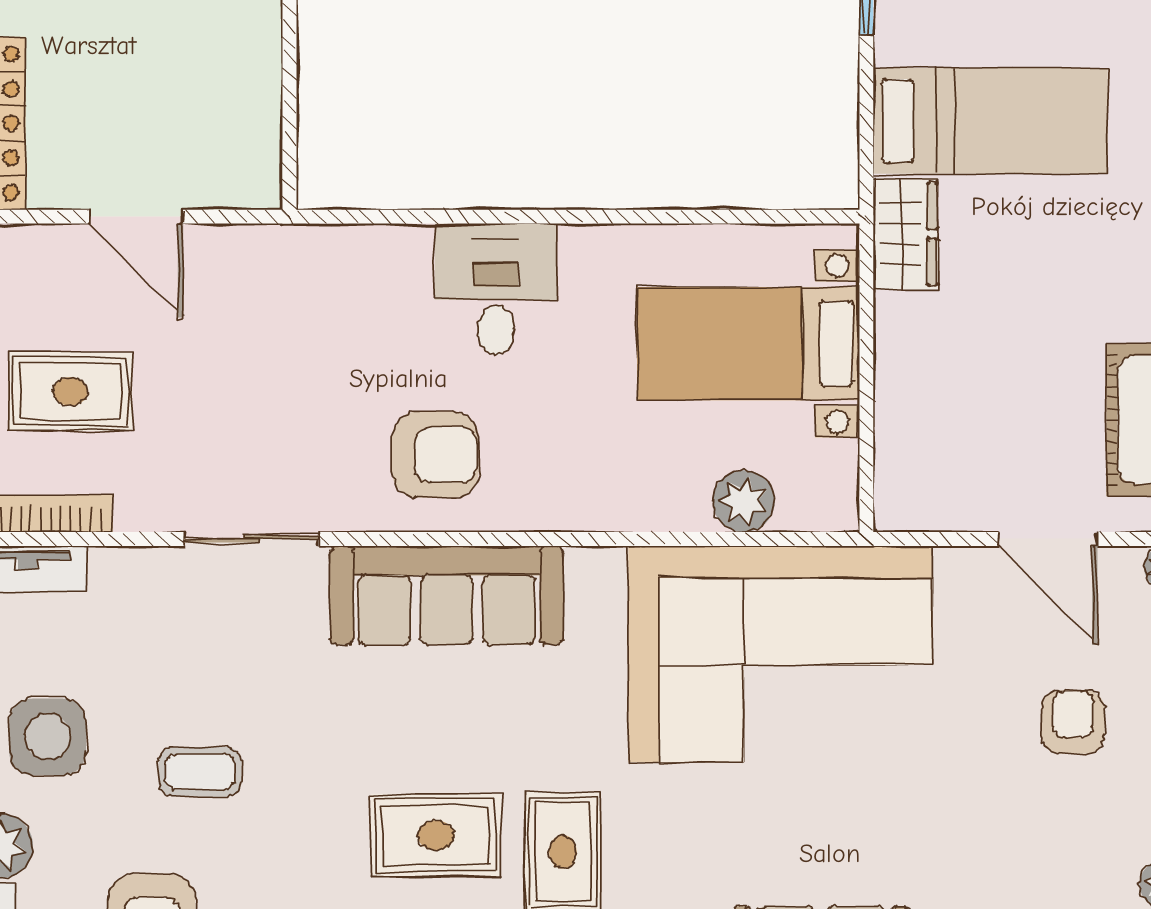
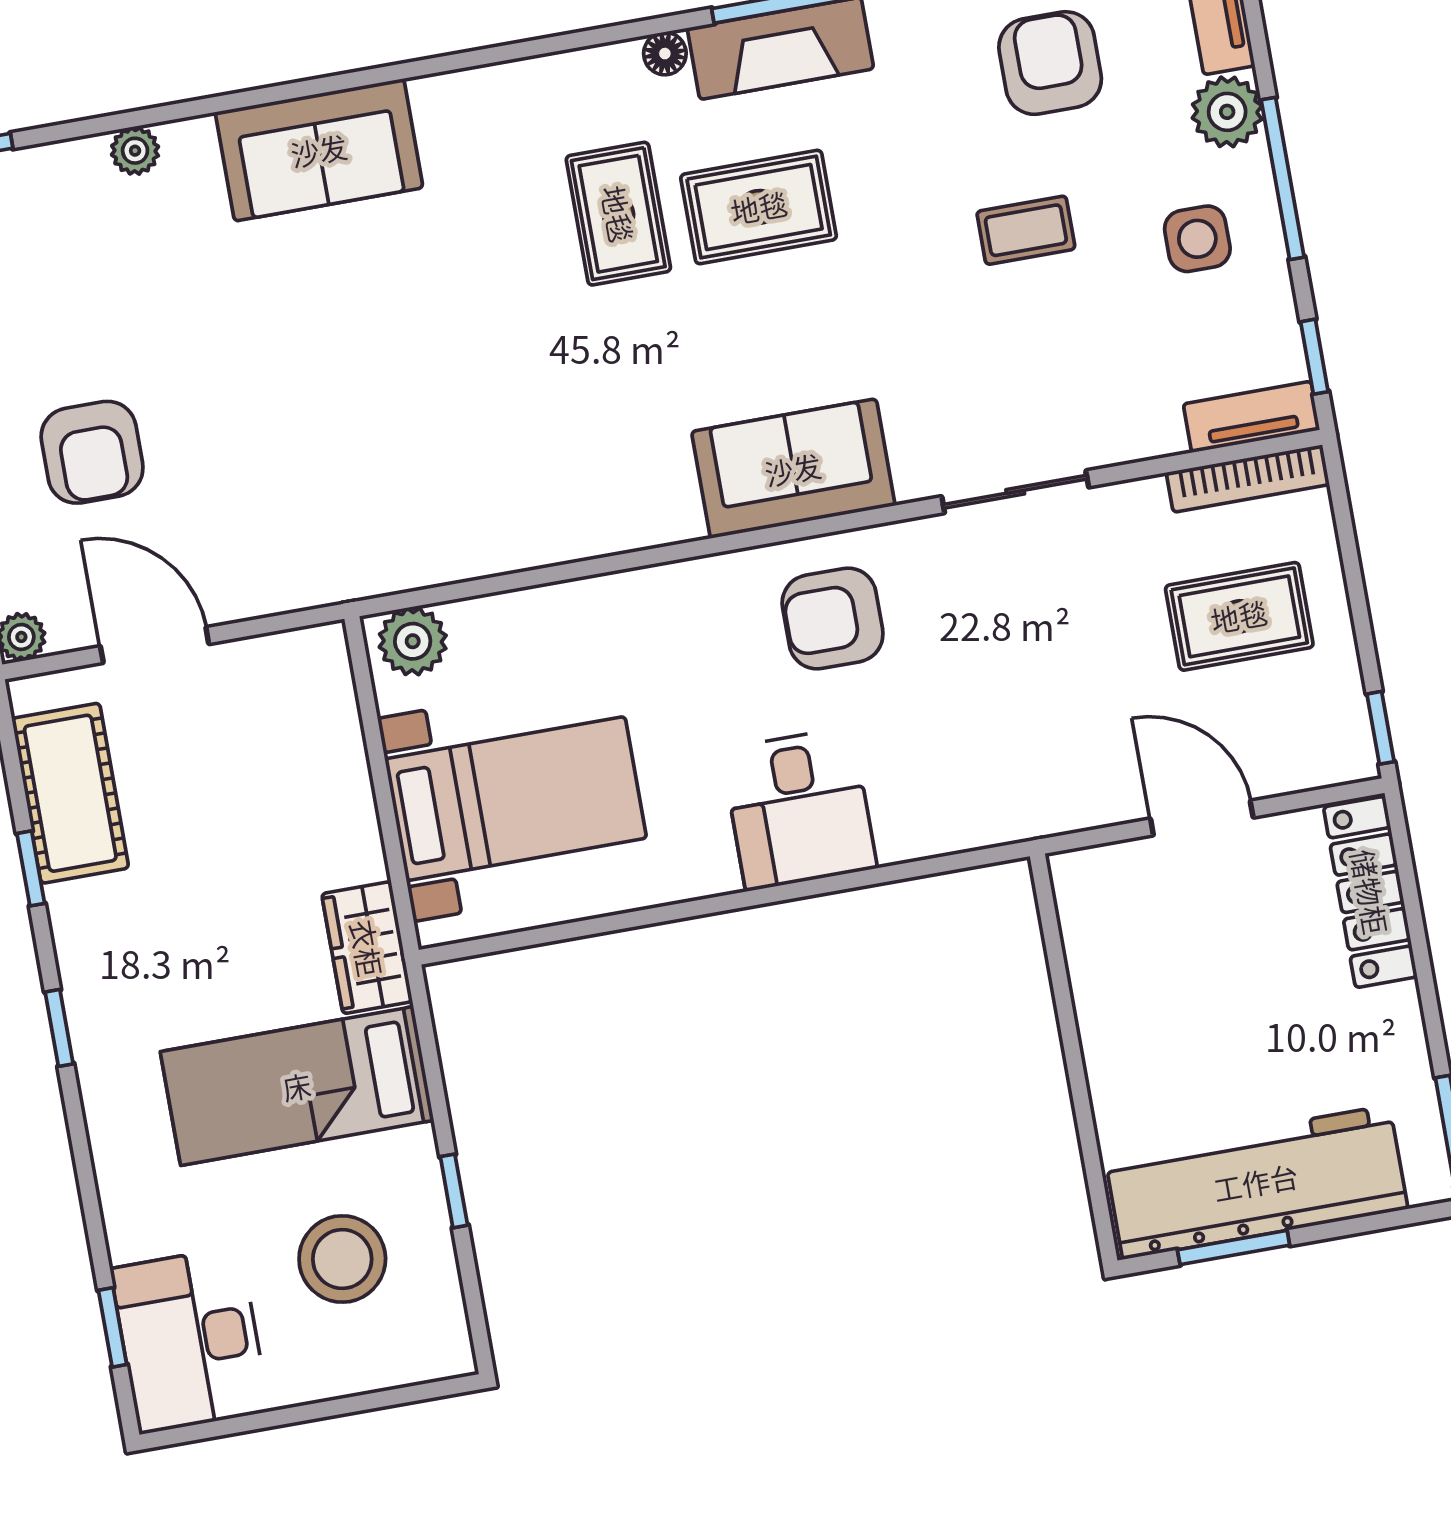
plant: (744, 501) -> (413, 641), moved
sofa: (447, 595) -> (793, 469), width x0.73
corner sofa: (780, 654) -> (421, 469), removed
armchair: (1073, 722) -> (92, 452), width x1.38, depth x1.38
side table: (48, 737) -> (1197, 239), width x0.73, depth x0.73

